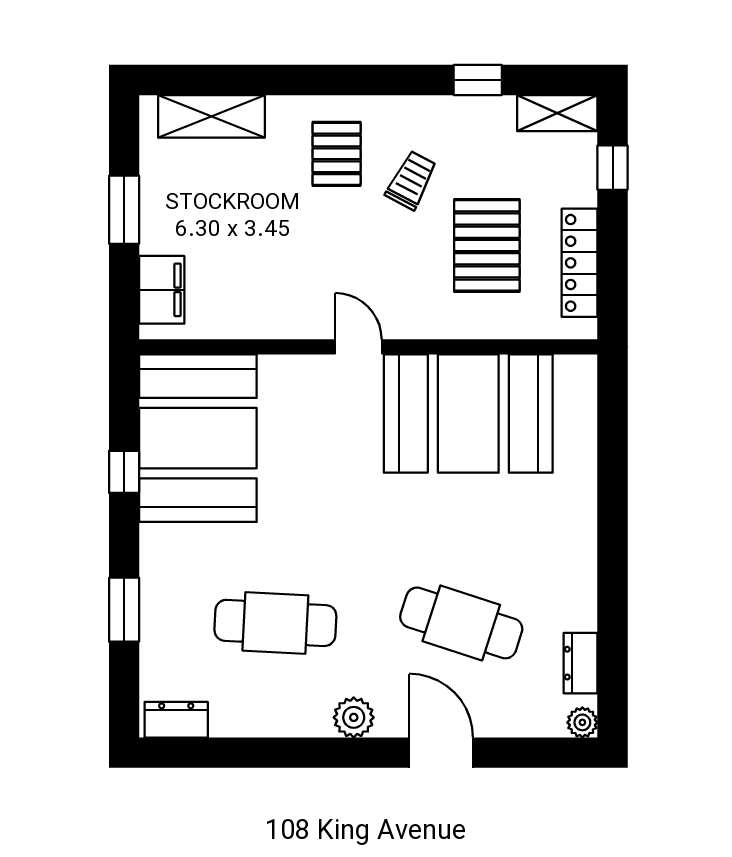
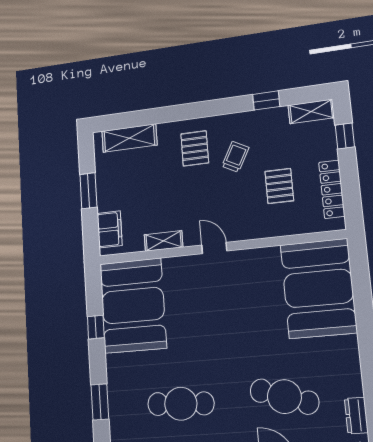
pallet: (487, 245) -> (279, 186), width x0.67, depth x0.71
shelving: (265, 323) -> (164, 241), added
booth: (468, 414) -> (318, 288), moved, turned 90

